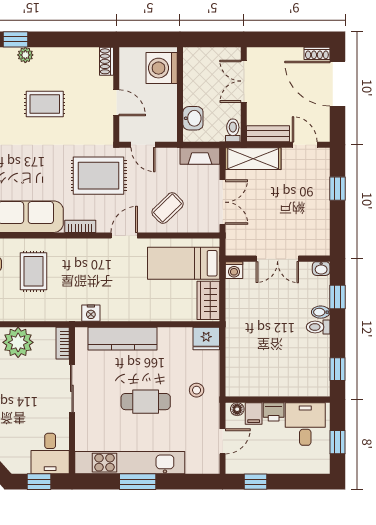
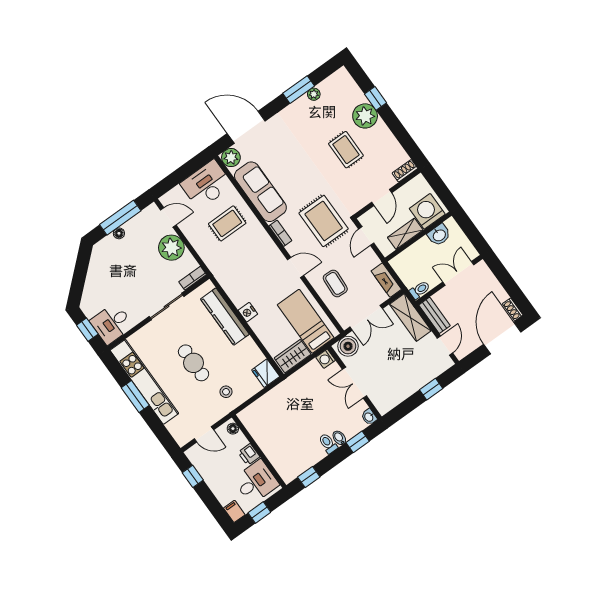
plant: (25, 55) -> (365, 116), width x1.87, depth x1.87
shelving: (168, 105) -> (405, 234), added
washbasin: (193, 118) -> (439, 235), moved
coffee table: (168, 208) -> (335, 283), turned 47
boiler: (238, 240) -> (348, 346), added
nightstand: (91, 313) -> (248, 312), moved
filing cabinet: (254, 413) -> (234, 511), moved, turned 90

